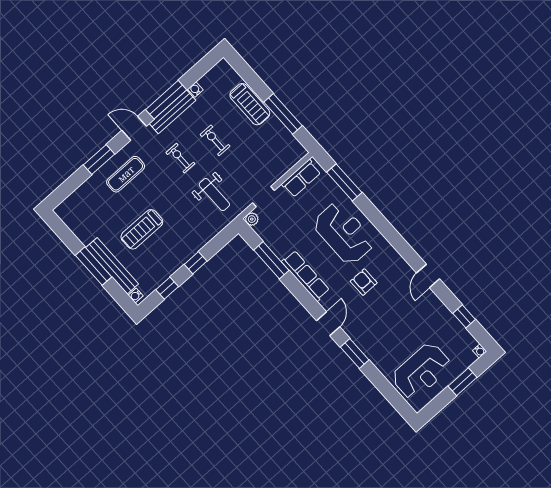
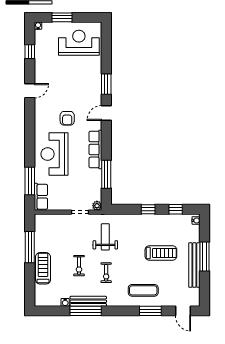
door: (134, 128) -> (183, 311), moved
row of seats: (301, 178) -> (41, 197), moved, turned 90
bench: (112, 266) -> (194, 265), moved

